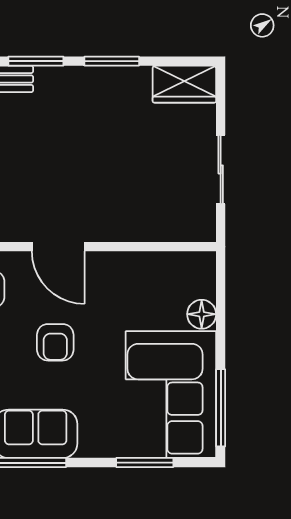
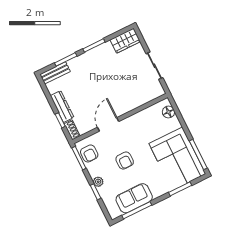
door: (58, 247) -> (108, 124), swing flipped
floor lamp: (202, 314) -> (168, 112), moved

